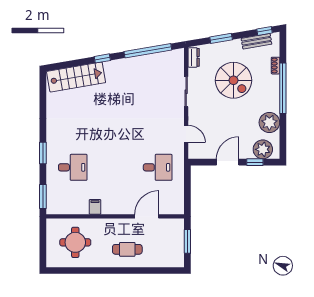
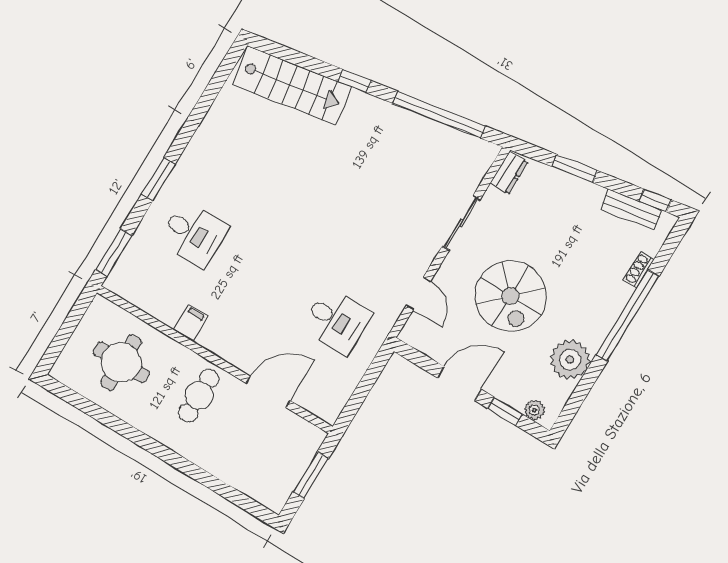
spiral stairs: (233, 80) -> (510, 296), moved
plant: (263, 149) -> (534, 410), width x0.53, depth x0.53
cafe table: (127, 249) -> (199, 395), moved, turned 90

